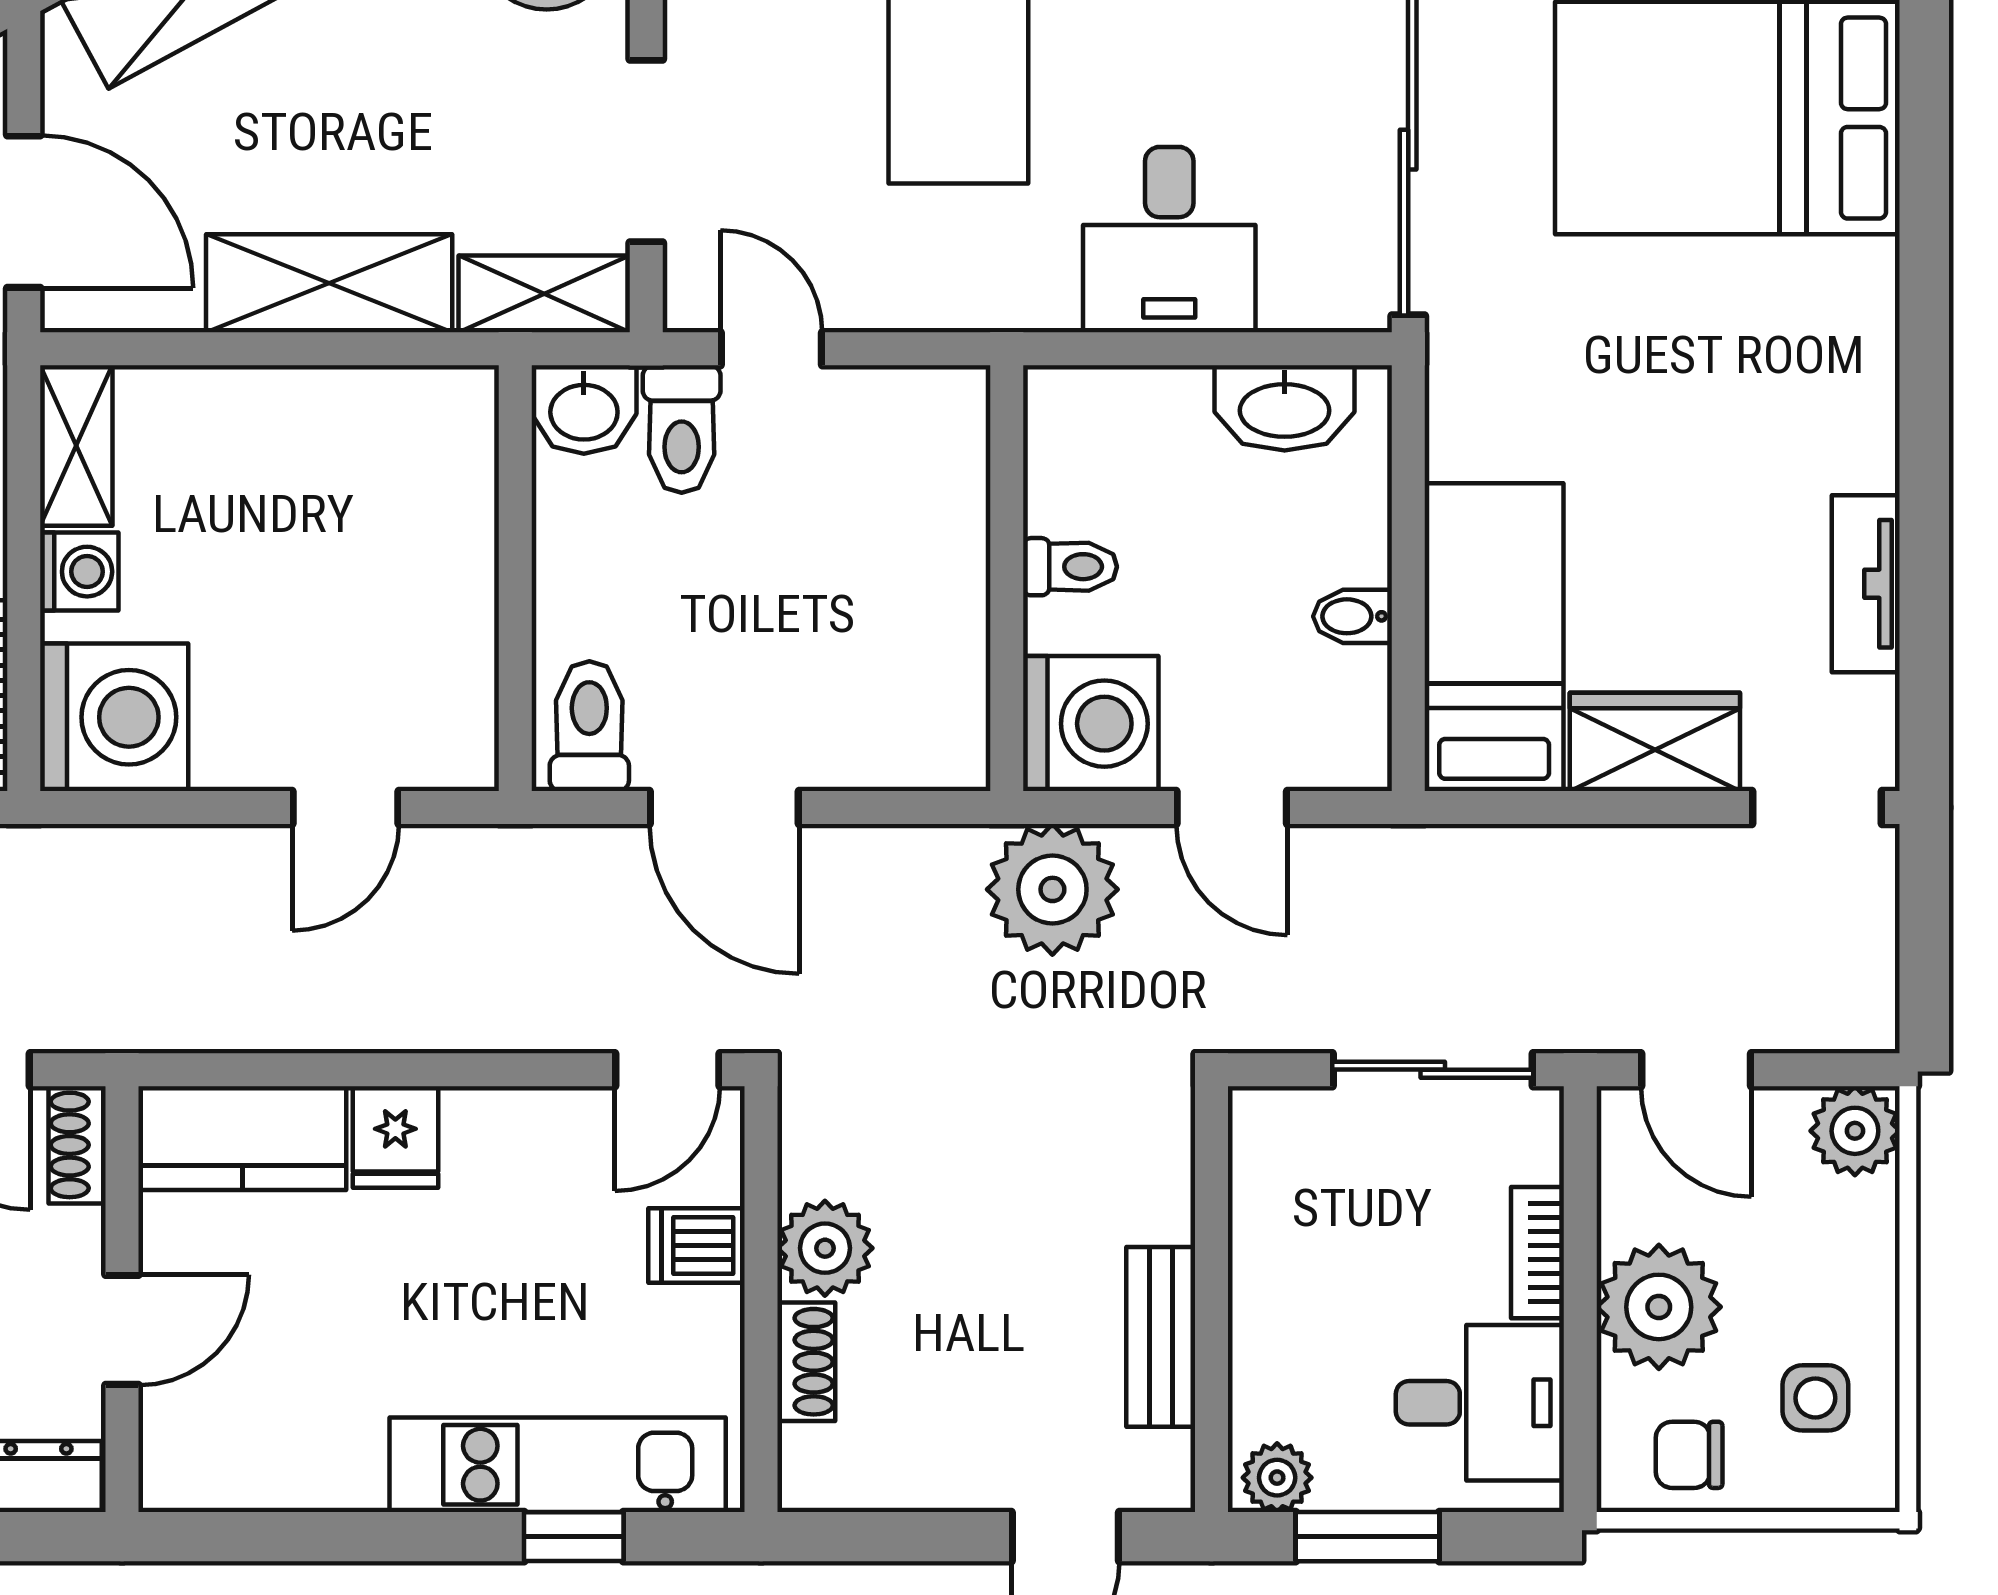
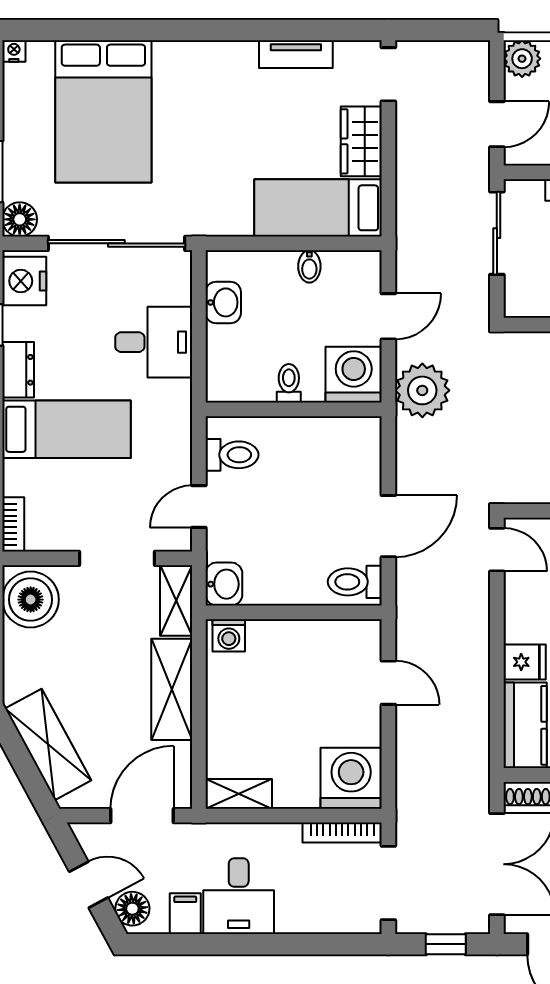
washbasin: (1285, 408) -> (223, 302), width x0.72
toilet: (682, 429) -> (232, 455), moved
washing machine: (79, 572) -> (229, 635), moved, turned 180

